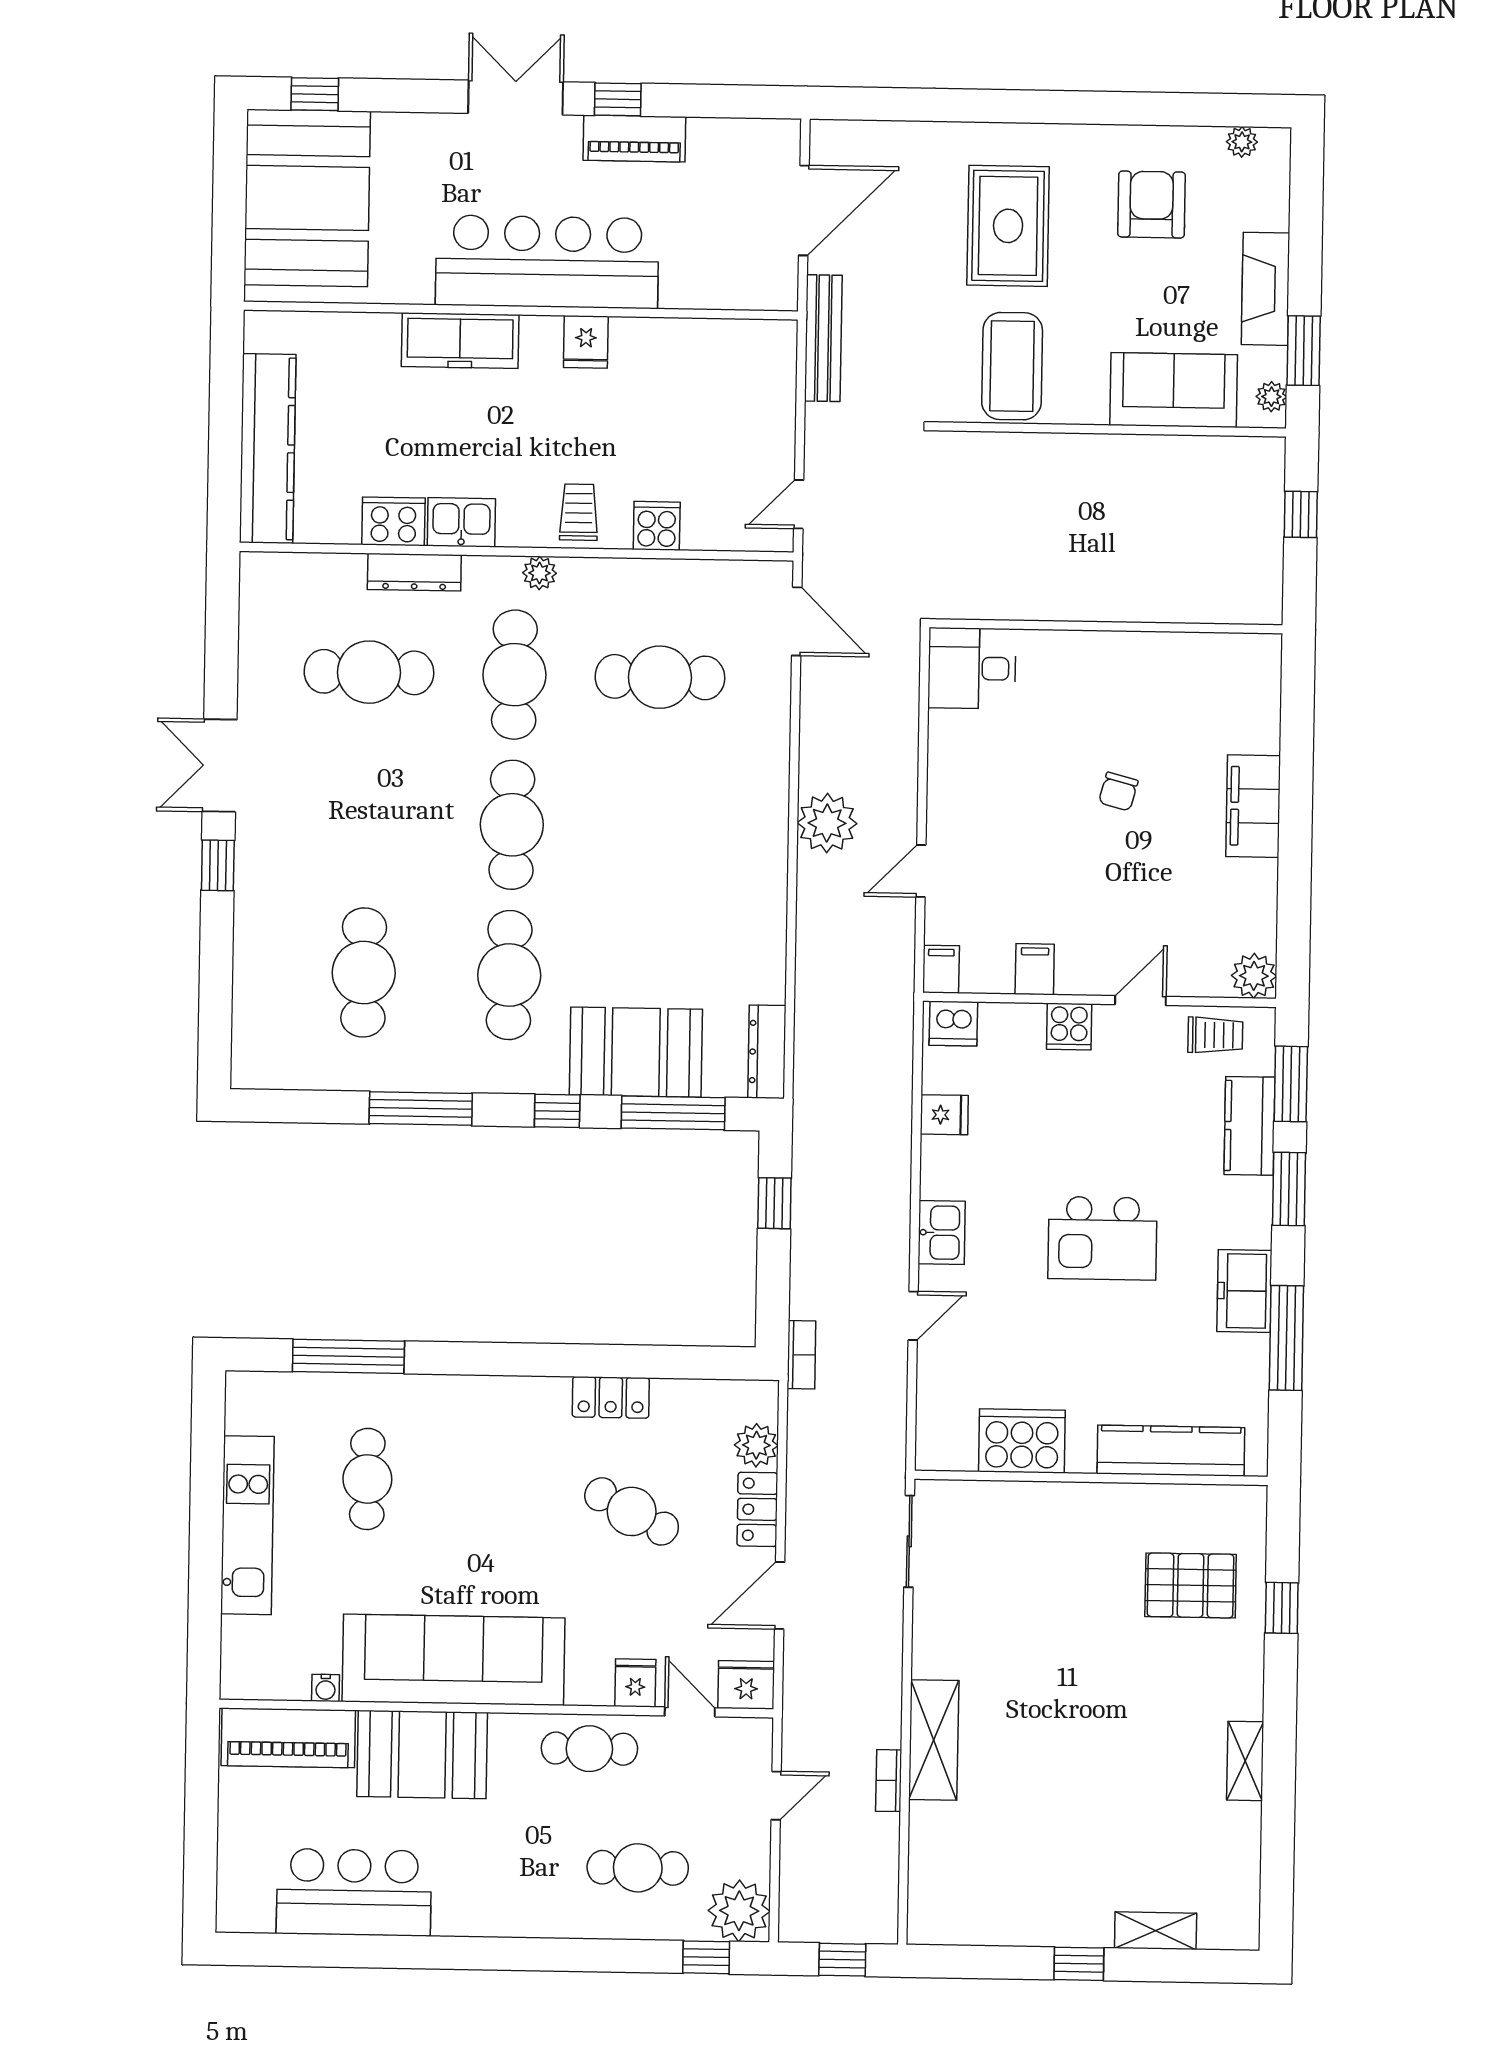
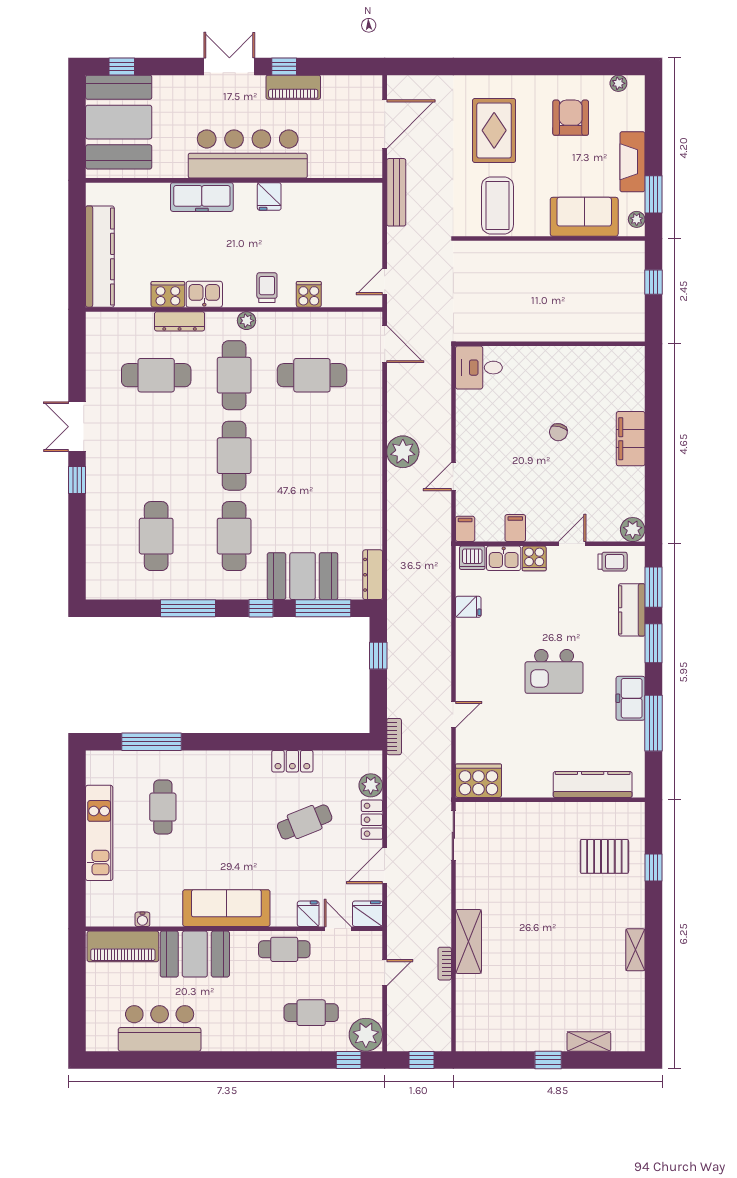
kitchen sink: (942, 1233) -> (504, 558), moved, turned 90
cooker: (1022, 1441) -> (478, 781), moved
cafe table: (632, 1511) -> (305, 822), turned -50
sofa: (454, 1660) -> (226, 908), width x0.74, depth x0.79

